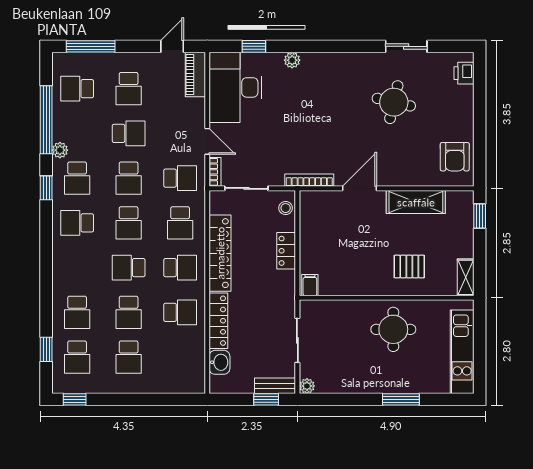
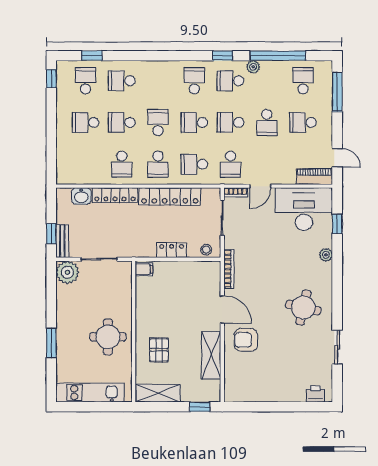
round table: (394, 102) -> (303, 308), moved
armchair: (455, 157) -> (246, 340), moved
shelving: (466, 277) -> (158, 393), width x1.50, depth x1.33
school desk: (77, 357) -> (86, 81), turned 90
plant: (307, 386) -> (68, 272), width x1.87, depth x1.87

